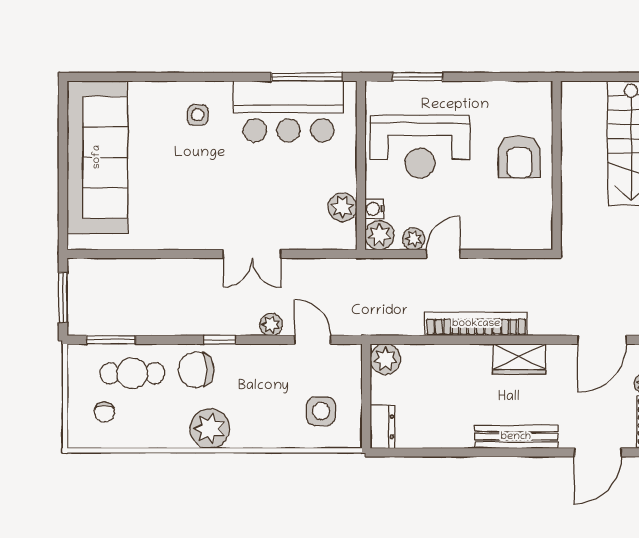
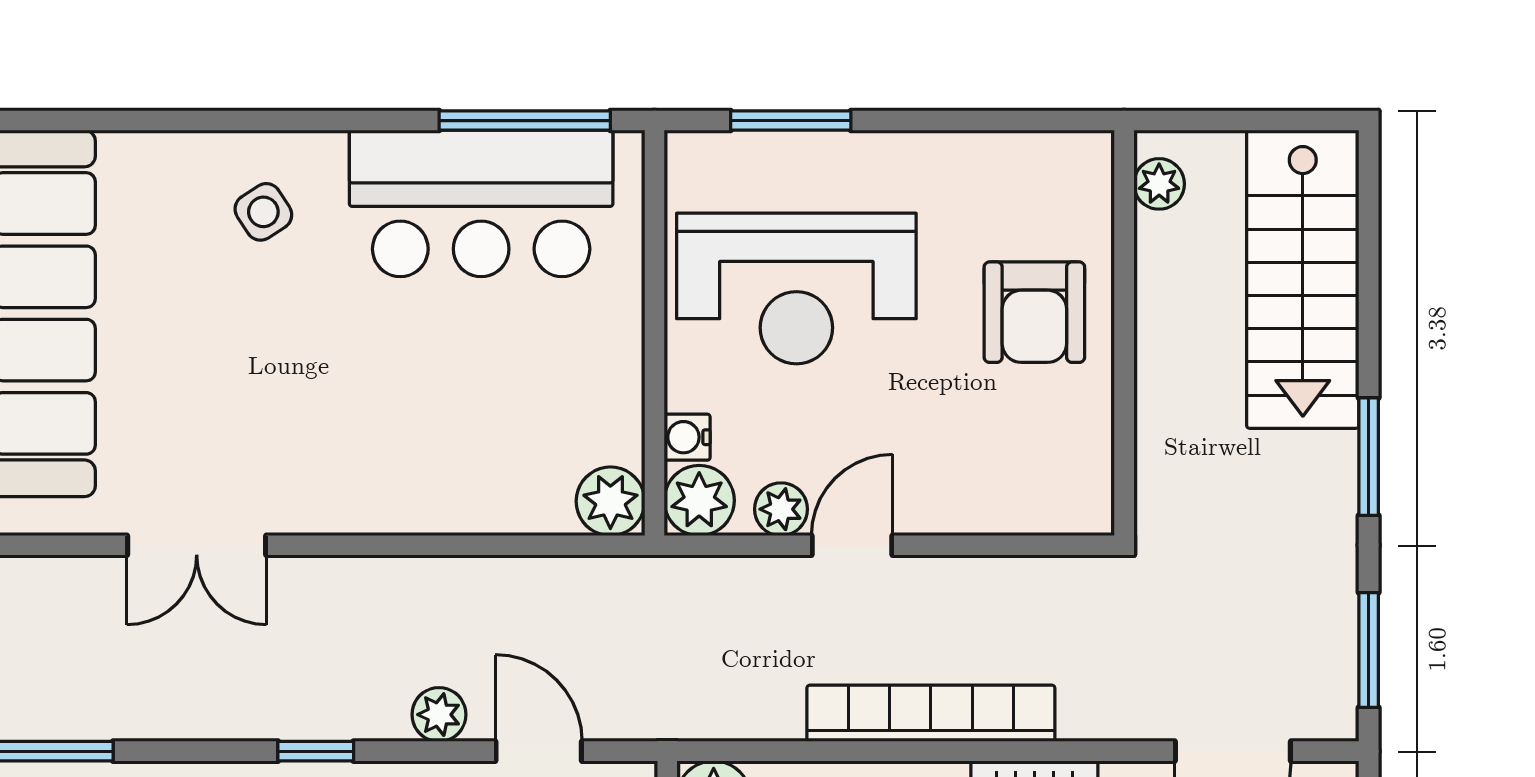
plant: (571, 103) -> (1159, 184), added
side table: (198, 115) -> (263, 212), turned -33
plant: (342, 207) -> (610, 501), moved
double door: (252, 254) -> (197, 545), moved

